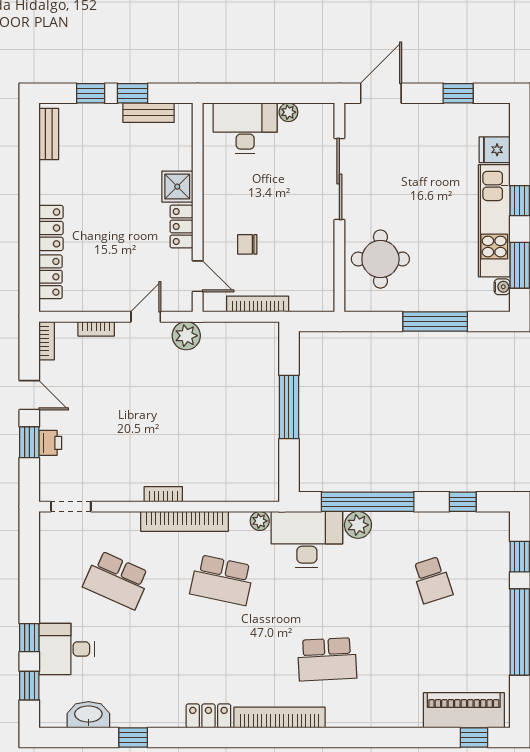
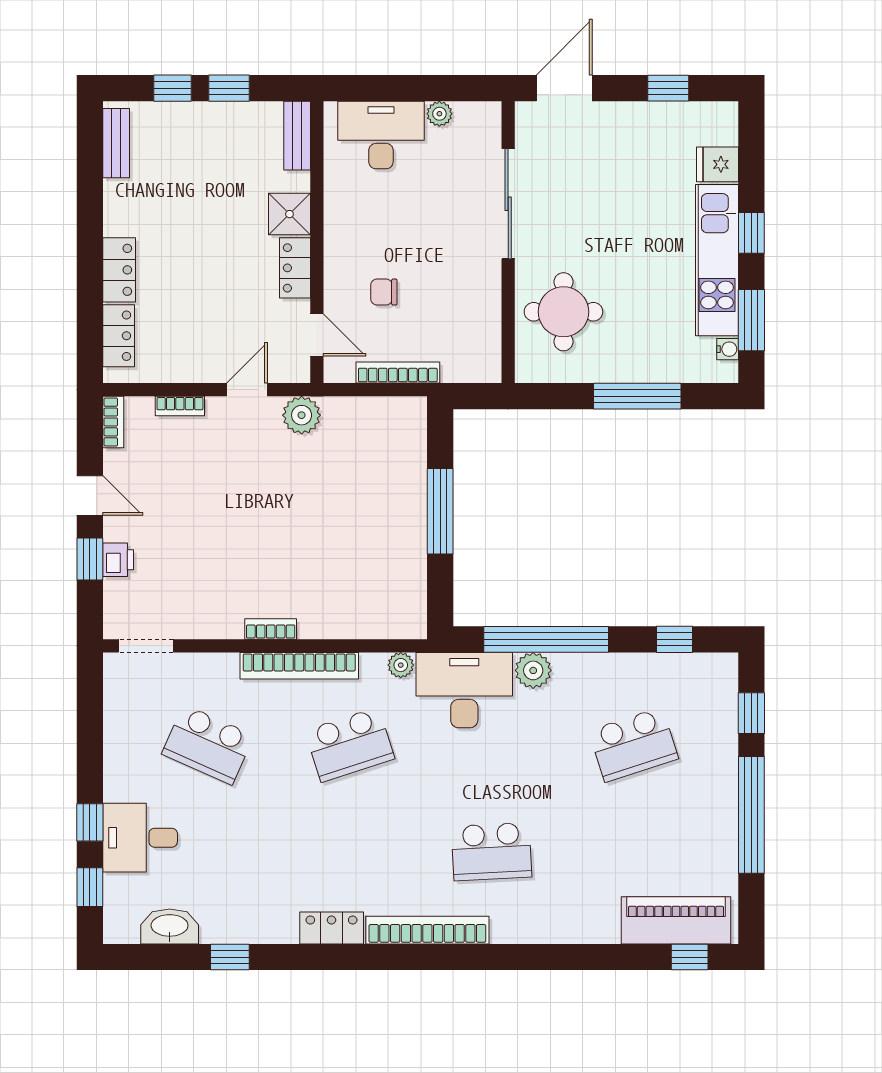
bench: (149, 113) -> (297, 136), moved, turned 90
school desk: (222, 580) -> (350, 745), turned -30
school desk: (432, 580) -> (633, 745), width x1.85

